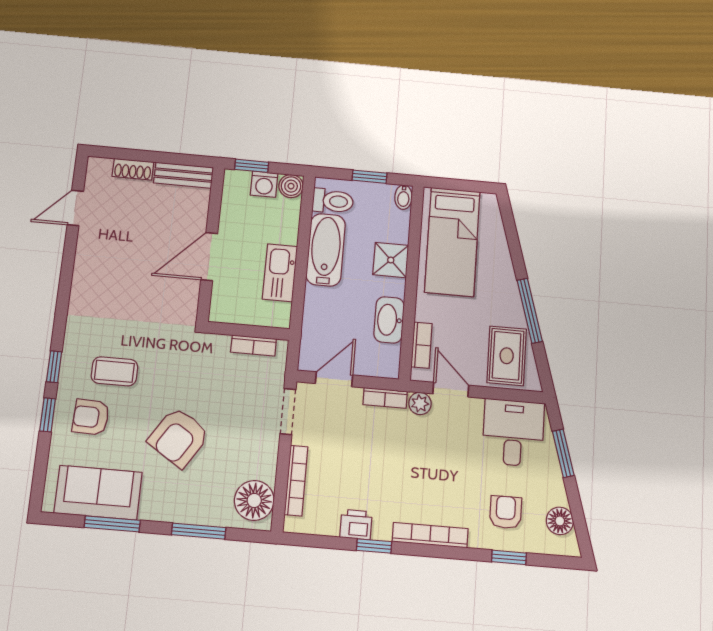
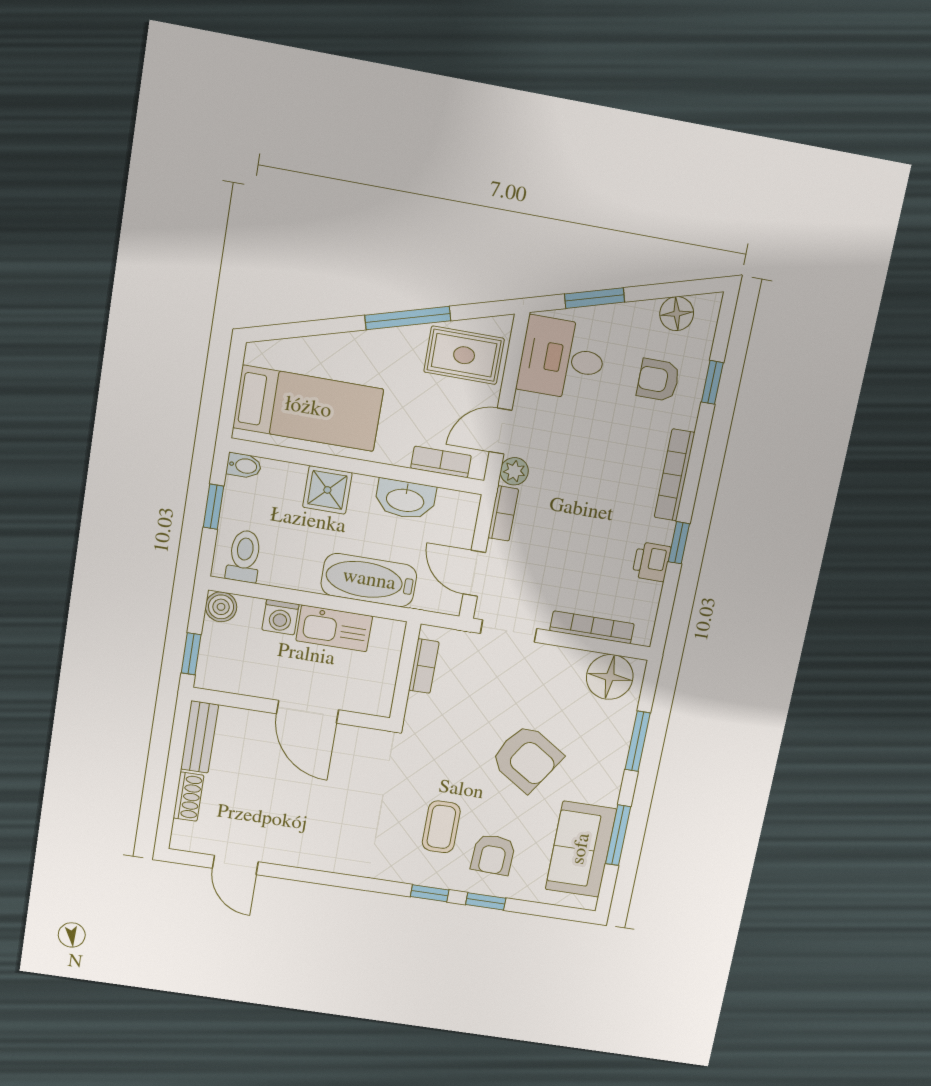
washing machine: (264, 184) -> (280, 617), moved, turned 90
bathtub: (326, 250) -> (369, 580), moved

